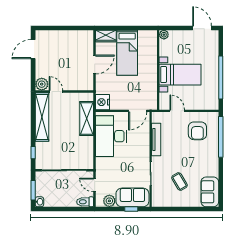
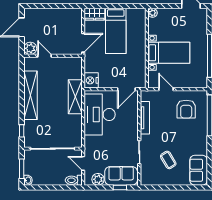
plant: (42, 84) -> (30, 48), moved
door: (56, 92) -> (44, 56), moved
wall: (64, 92) -> (53, 56), moved

